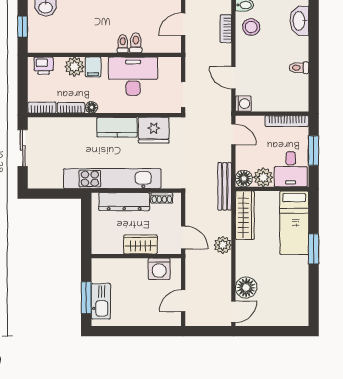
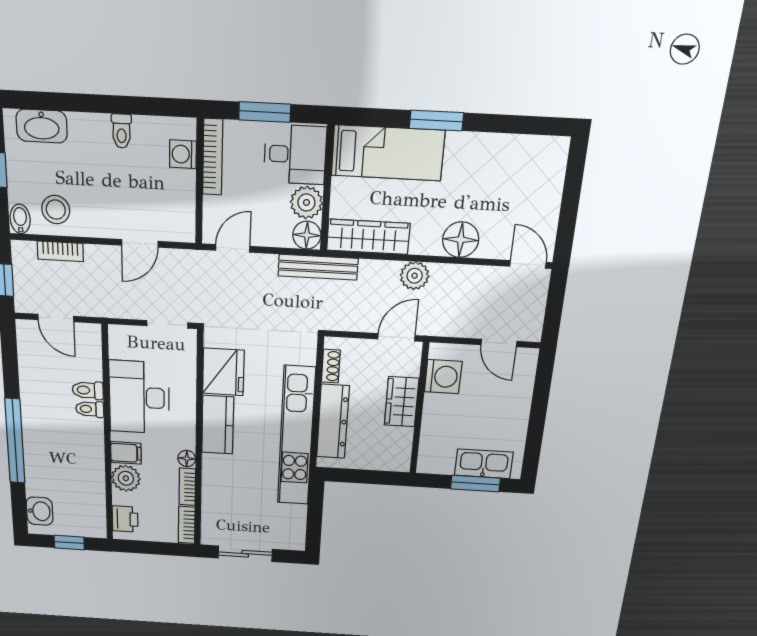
washing machine: (243, 104) -> (183, 154), moved, turned -90
floor lamp: (246, 288) -> (461, 240), moved

